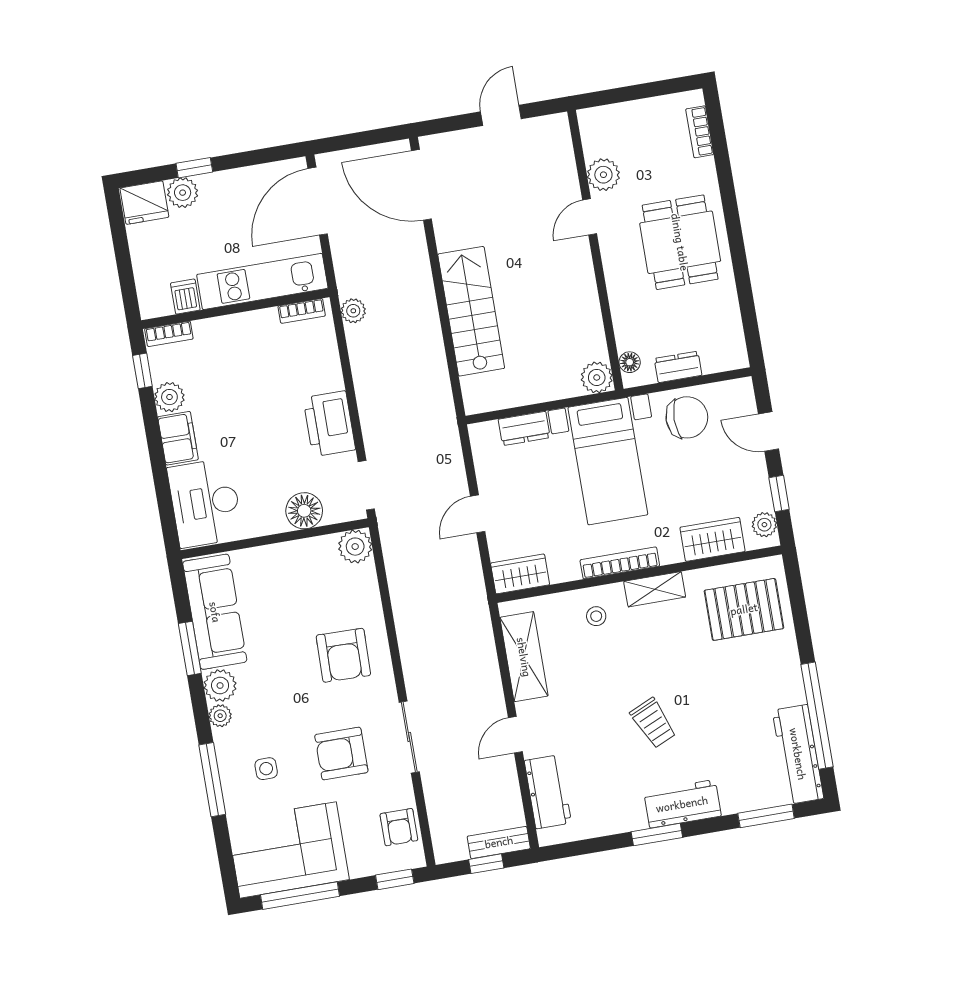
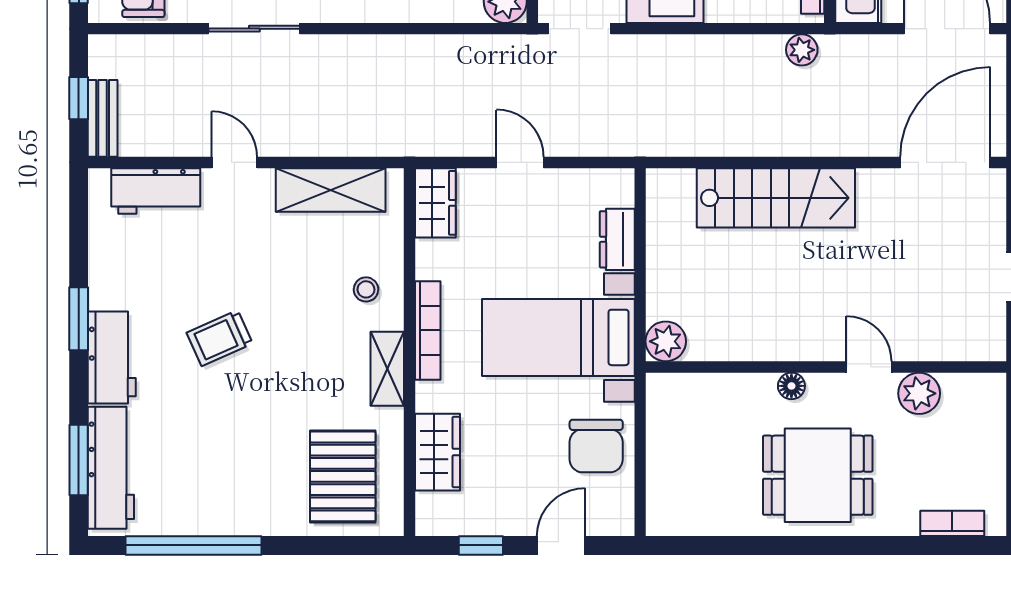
floor lamp: (630, 362) -> (791, 386), moved
dresser: (678, 367) -> (662, 446), removed
plant: (764, 525) -> (445, 520), removed
workbench: (798, 754) -> (111, 468), moved, turned 90

